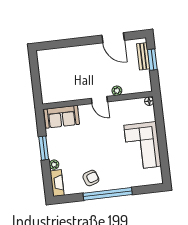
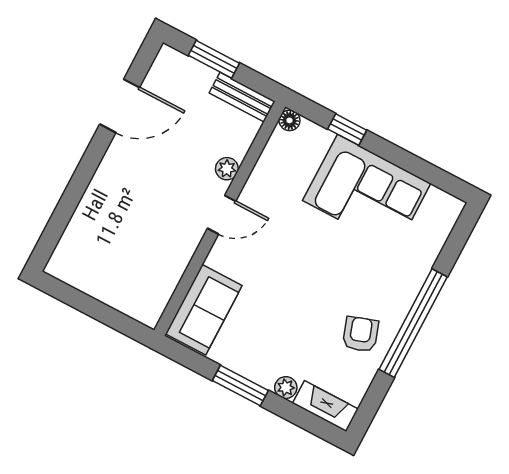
bench: (143, 56) -> (242, 97), moved
window: (160, 124) -> (347, 130), added

